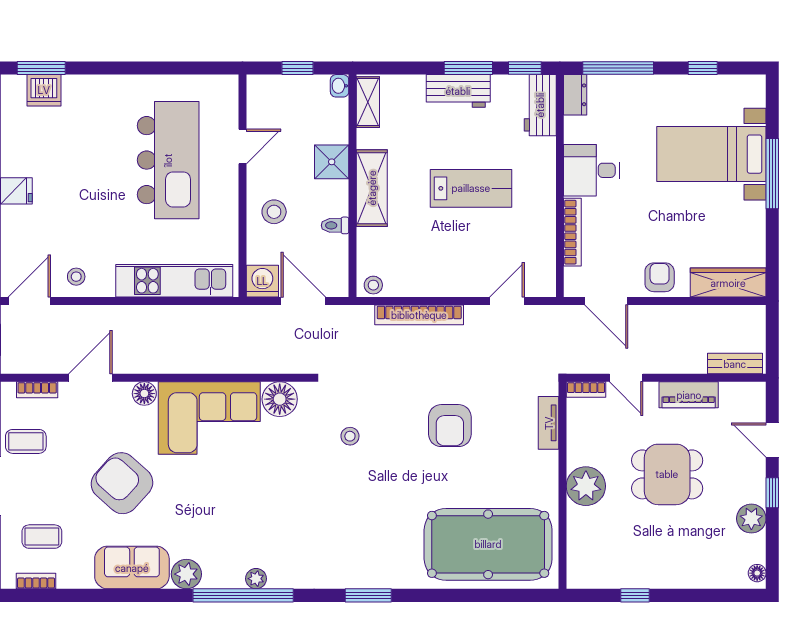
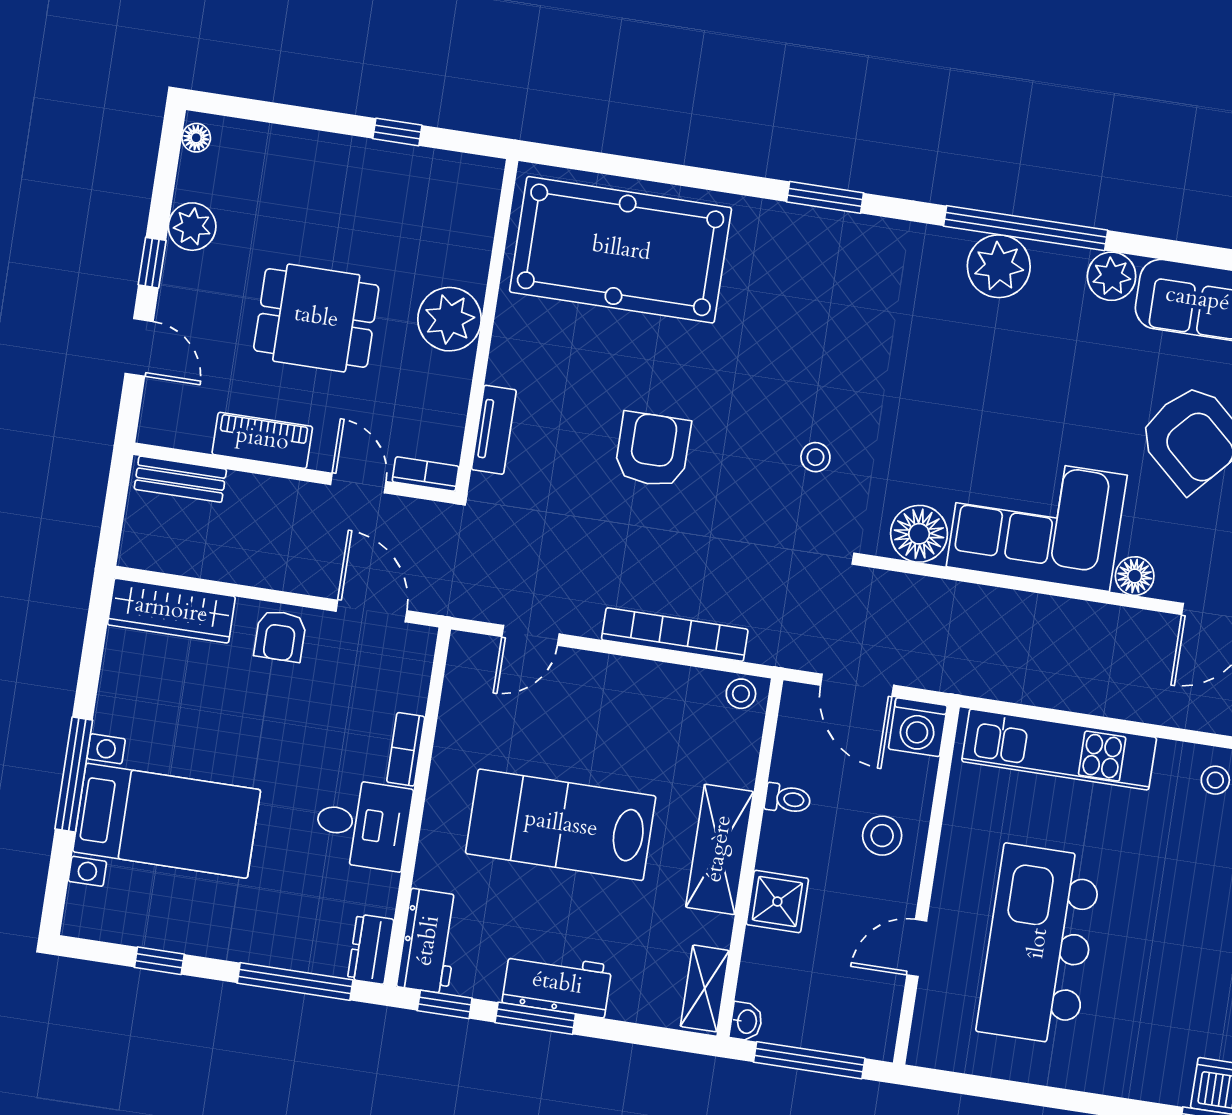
window: (297, 68) -> (809, 1060), width x2.17
lab bench: (471, 188) -> (561, 825), width x1.36, depth x1.39
bookcase: (572, 232) -> (406, 749), width x0.64
plant: (256, 579) -> (999, 266), width x1.88, depth x1.88

